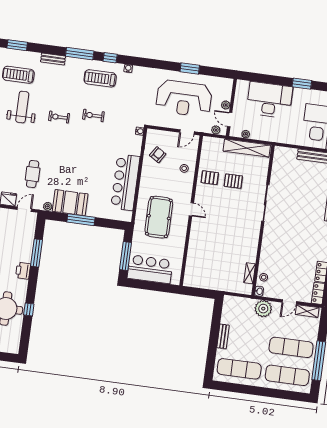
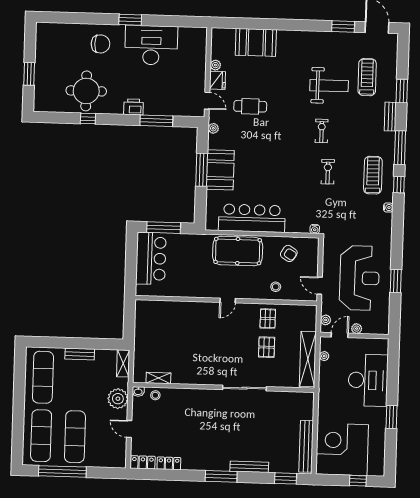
window: (17, 45) -> (402, 91), moved
reception desk: (184, 98) -> (359, 278), turned 180
booth: (70, 203) -> (220, 170), moved
pool table: (159, 217) -> (238, 251), moved
shelving: (307, 311) -> (123, 363), moved

